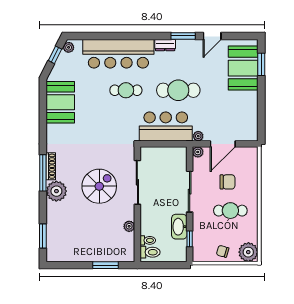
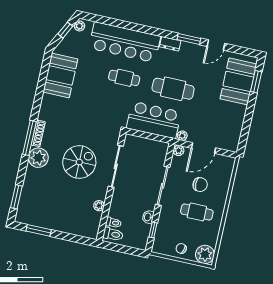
washbasin: (179, 227) -> (148, 217), width x0.52, depth x0.69
window: (106, 265) -> (39, 230), moved

